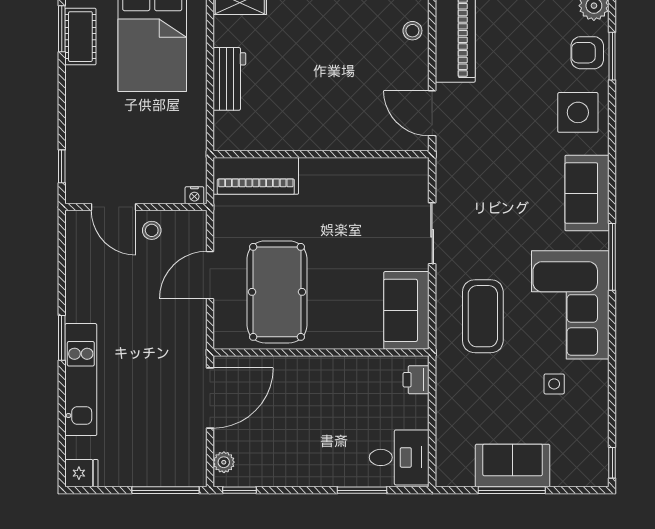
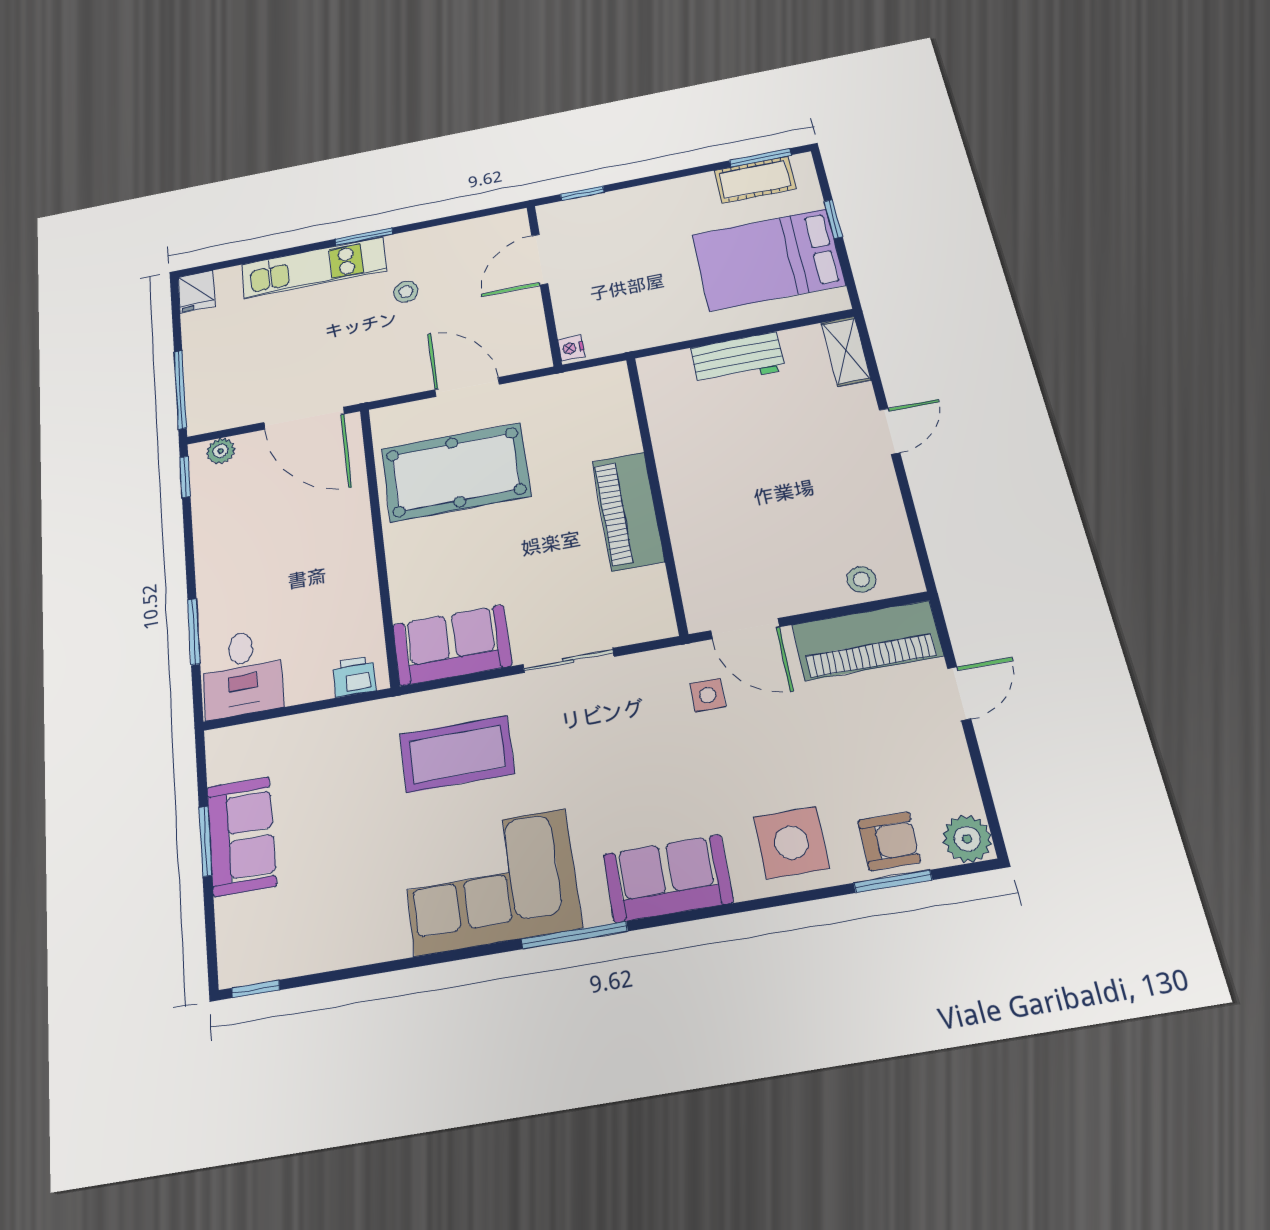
armchair: (587, 53) -> (889, 841), turned 90
door: (432, 113) -> (745, 629), swing flipped
piano: (256, 176) -> (628, 511), moved
stool: (152, 230) -> (406, 292), moved
side table: (554, 384) -> (708, 695), moved
window: (512, 490) -> (205, 841), width x0.69

